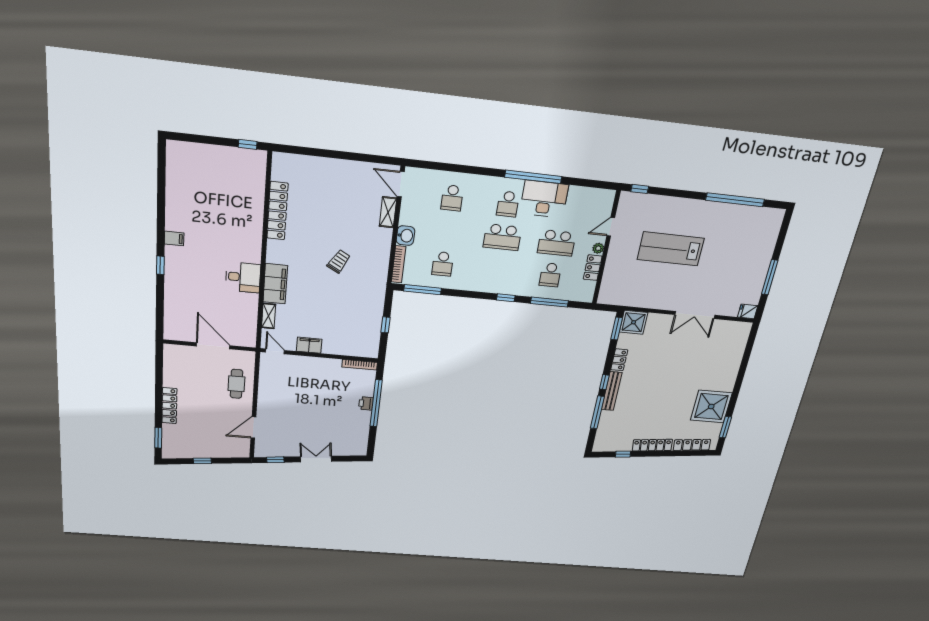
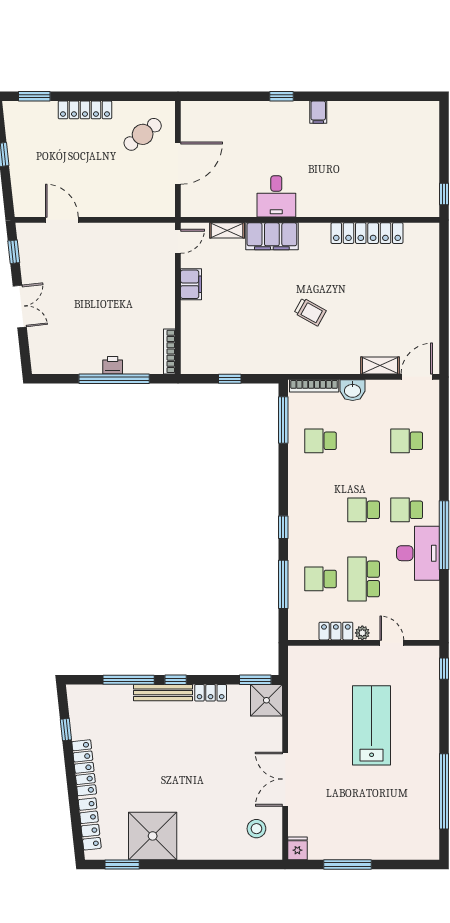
school desk: (502, 237) -> (364, 510), width x0.54
stool: (725, 338) -> (256, 829), added
cafe table: (236, 384) -> (143, 134), moved, turned -38

